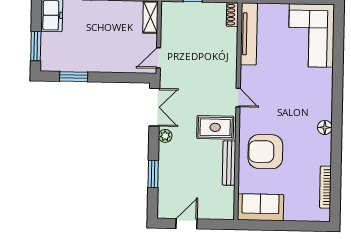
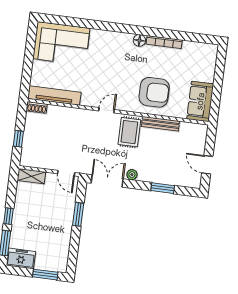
window: (74, 77) -> (78, 214), moved
armchair: (265, 152) -> (154, 92), turned -90
bookcase: (325, 187) -> (164, 42), moved

